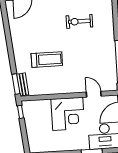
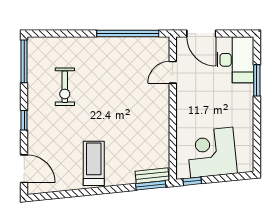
treadmill: (47, 60) -> (94, 163), moved
corner desk: (68, 114) -> (212, 153), moved, turned -96

